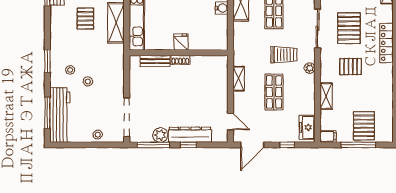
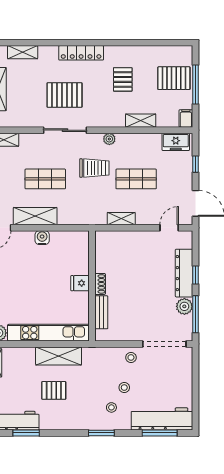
trolley: (284, 55) -> (94, 168), turned 90
pallet: (351, 67) -> (123, 79), moved
stool: (98, 135) -> (131, 357), moved

